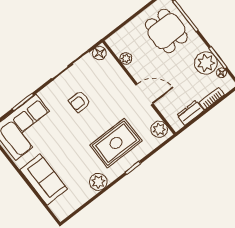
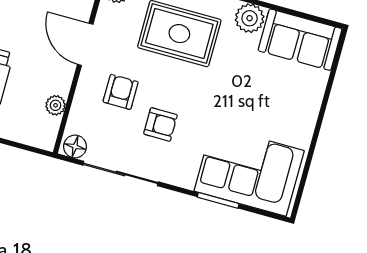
armchair: (109, 94) -> (121, 92), added
sofa: (44, 179) -> (300, 40), moved, turned -90

